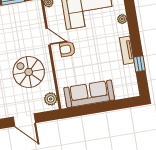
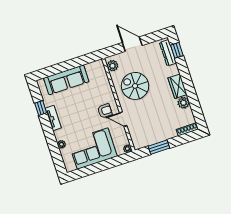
spiral stairs: (29, 72) -> (135, 86), turned 180
sofa: (89, 94) -> (66, 80), moved

